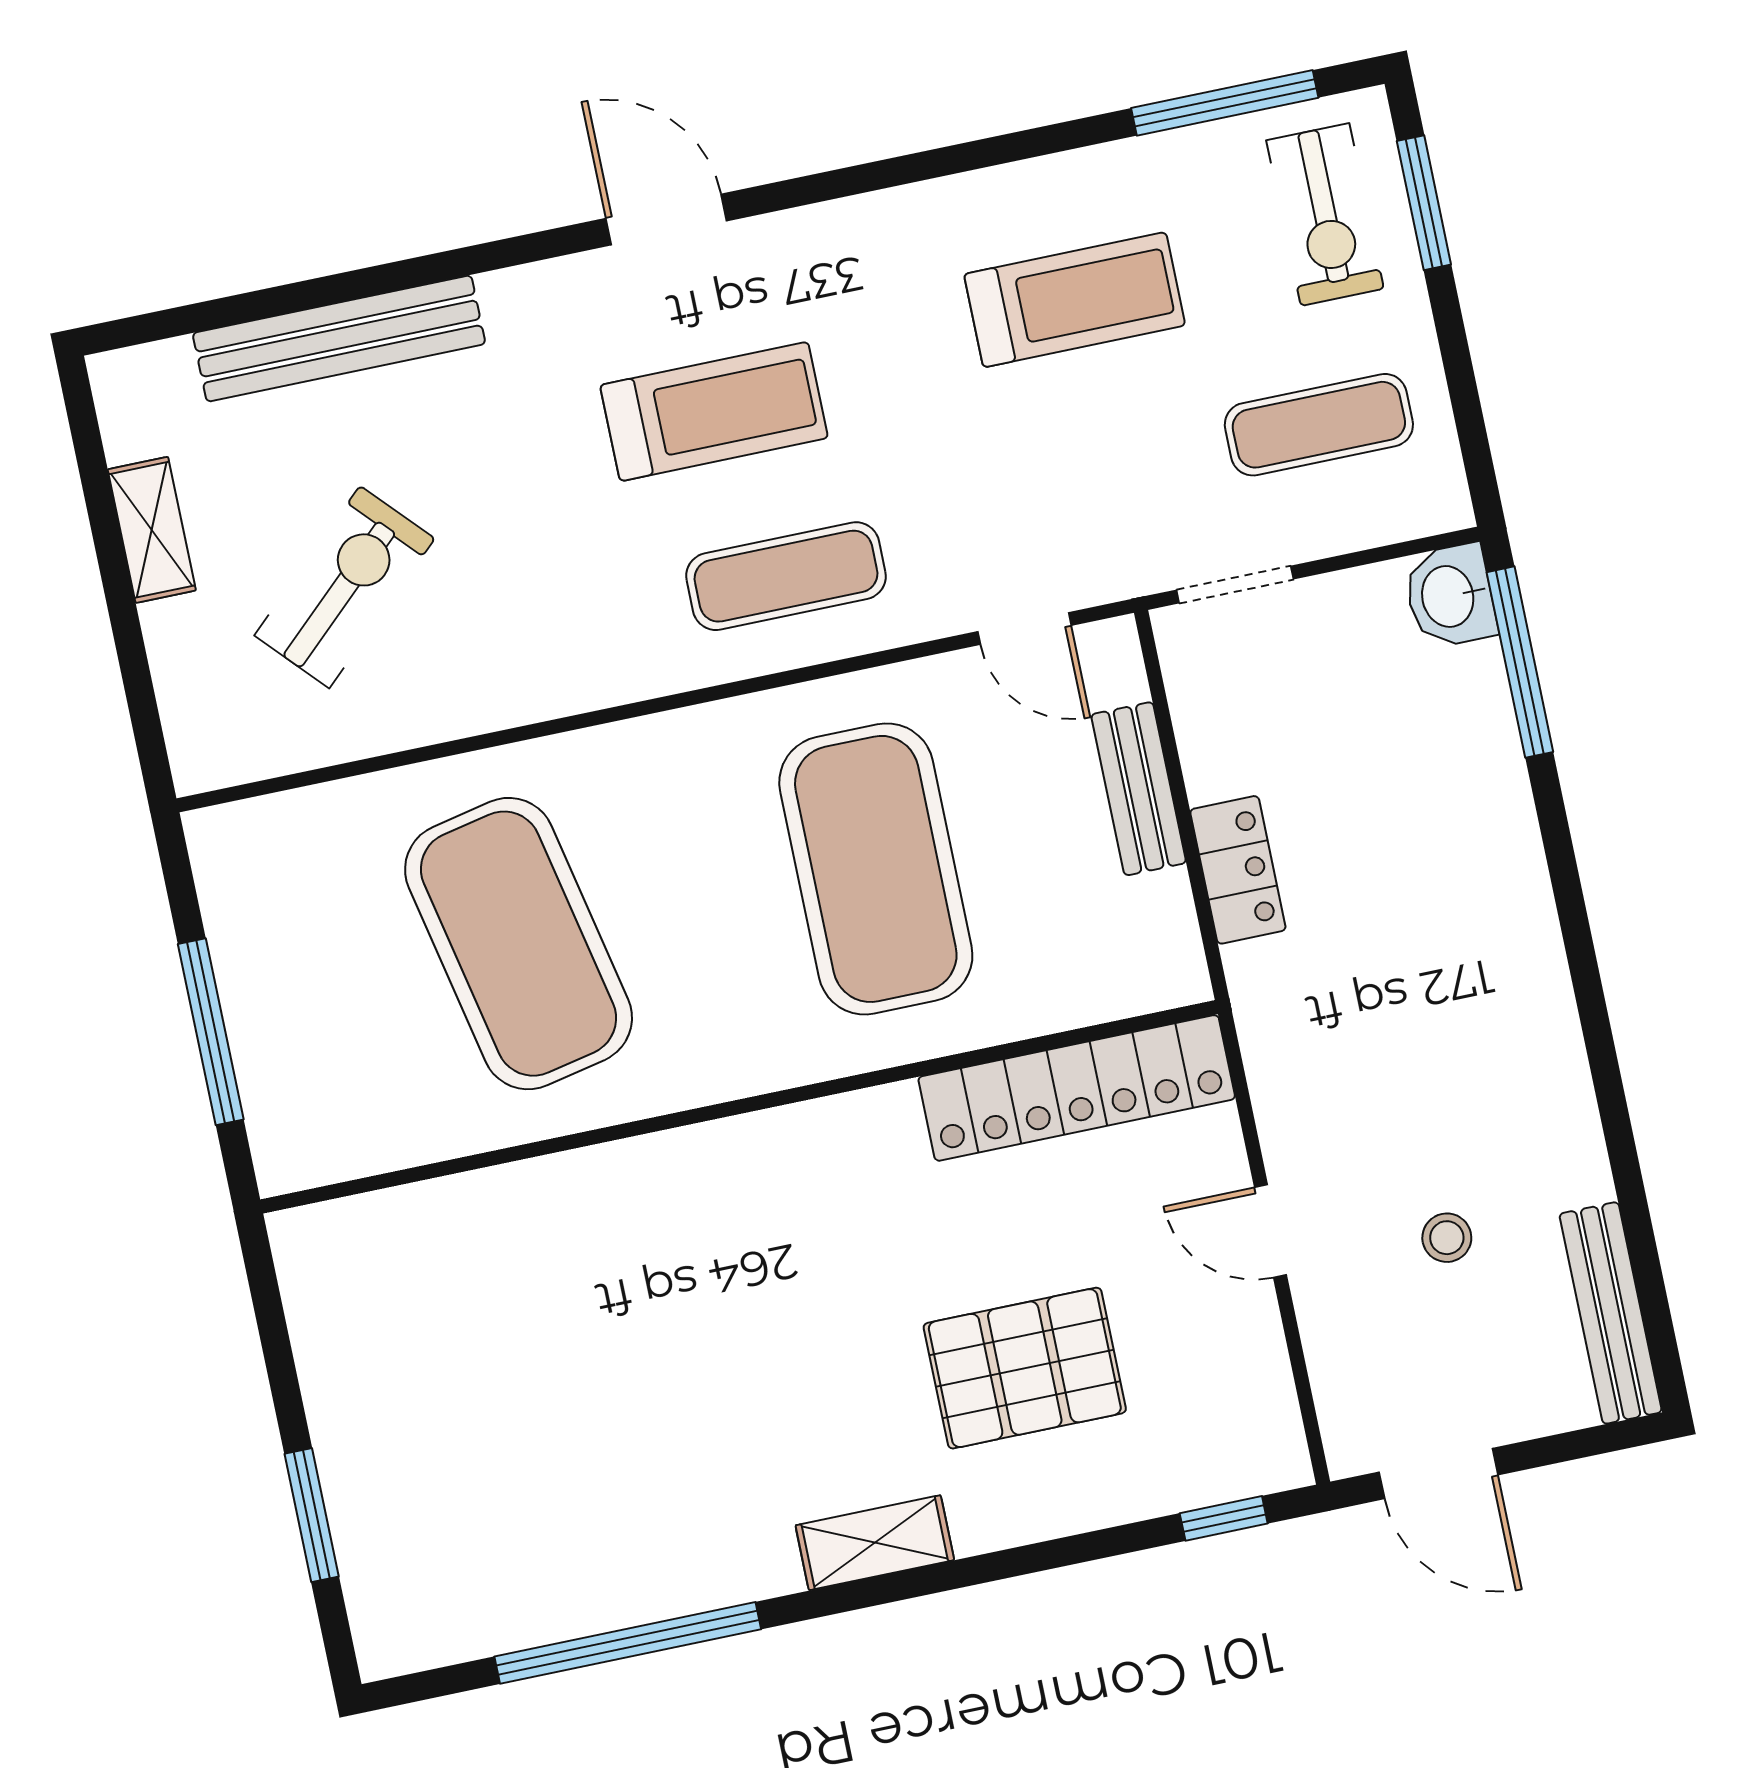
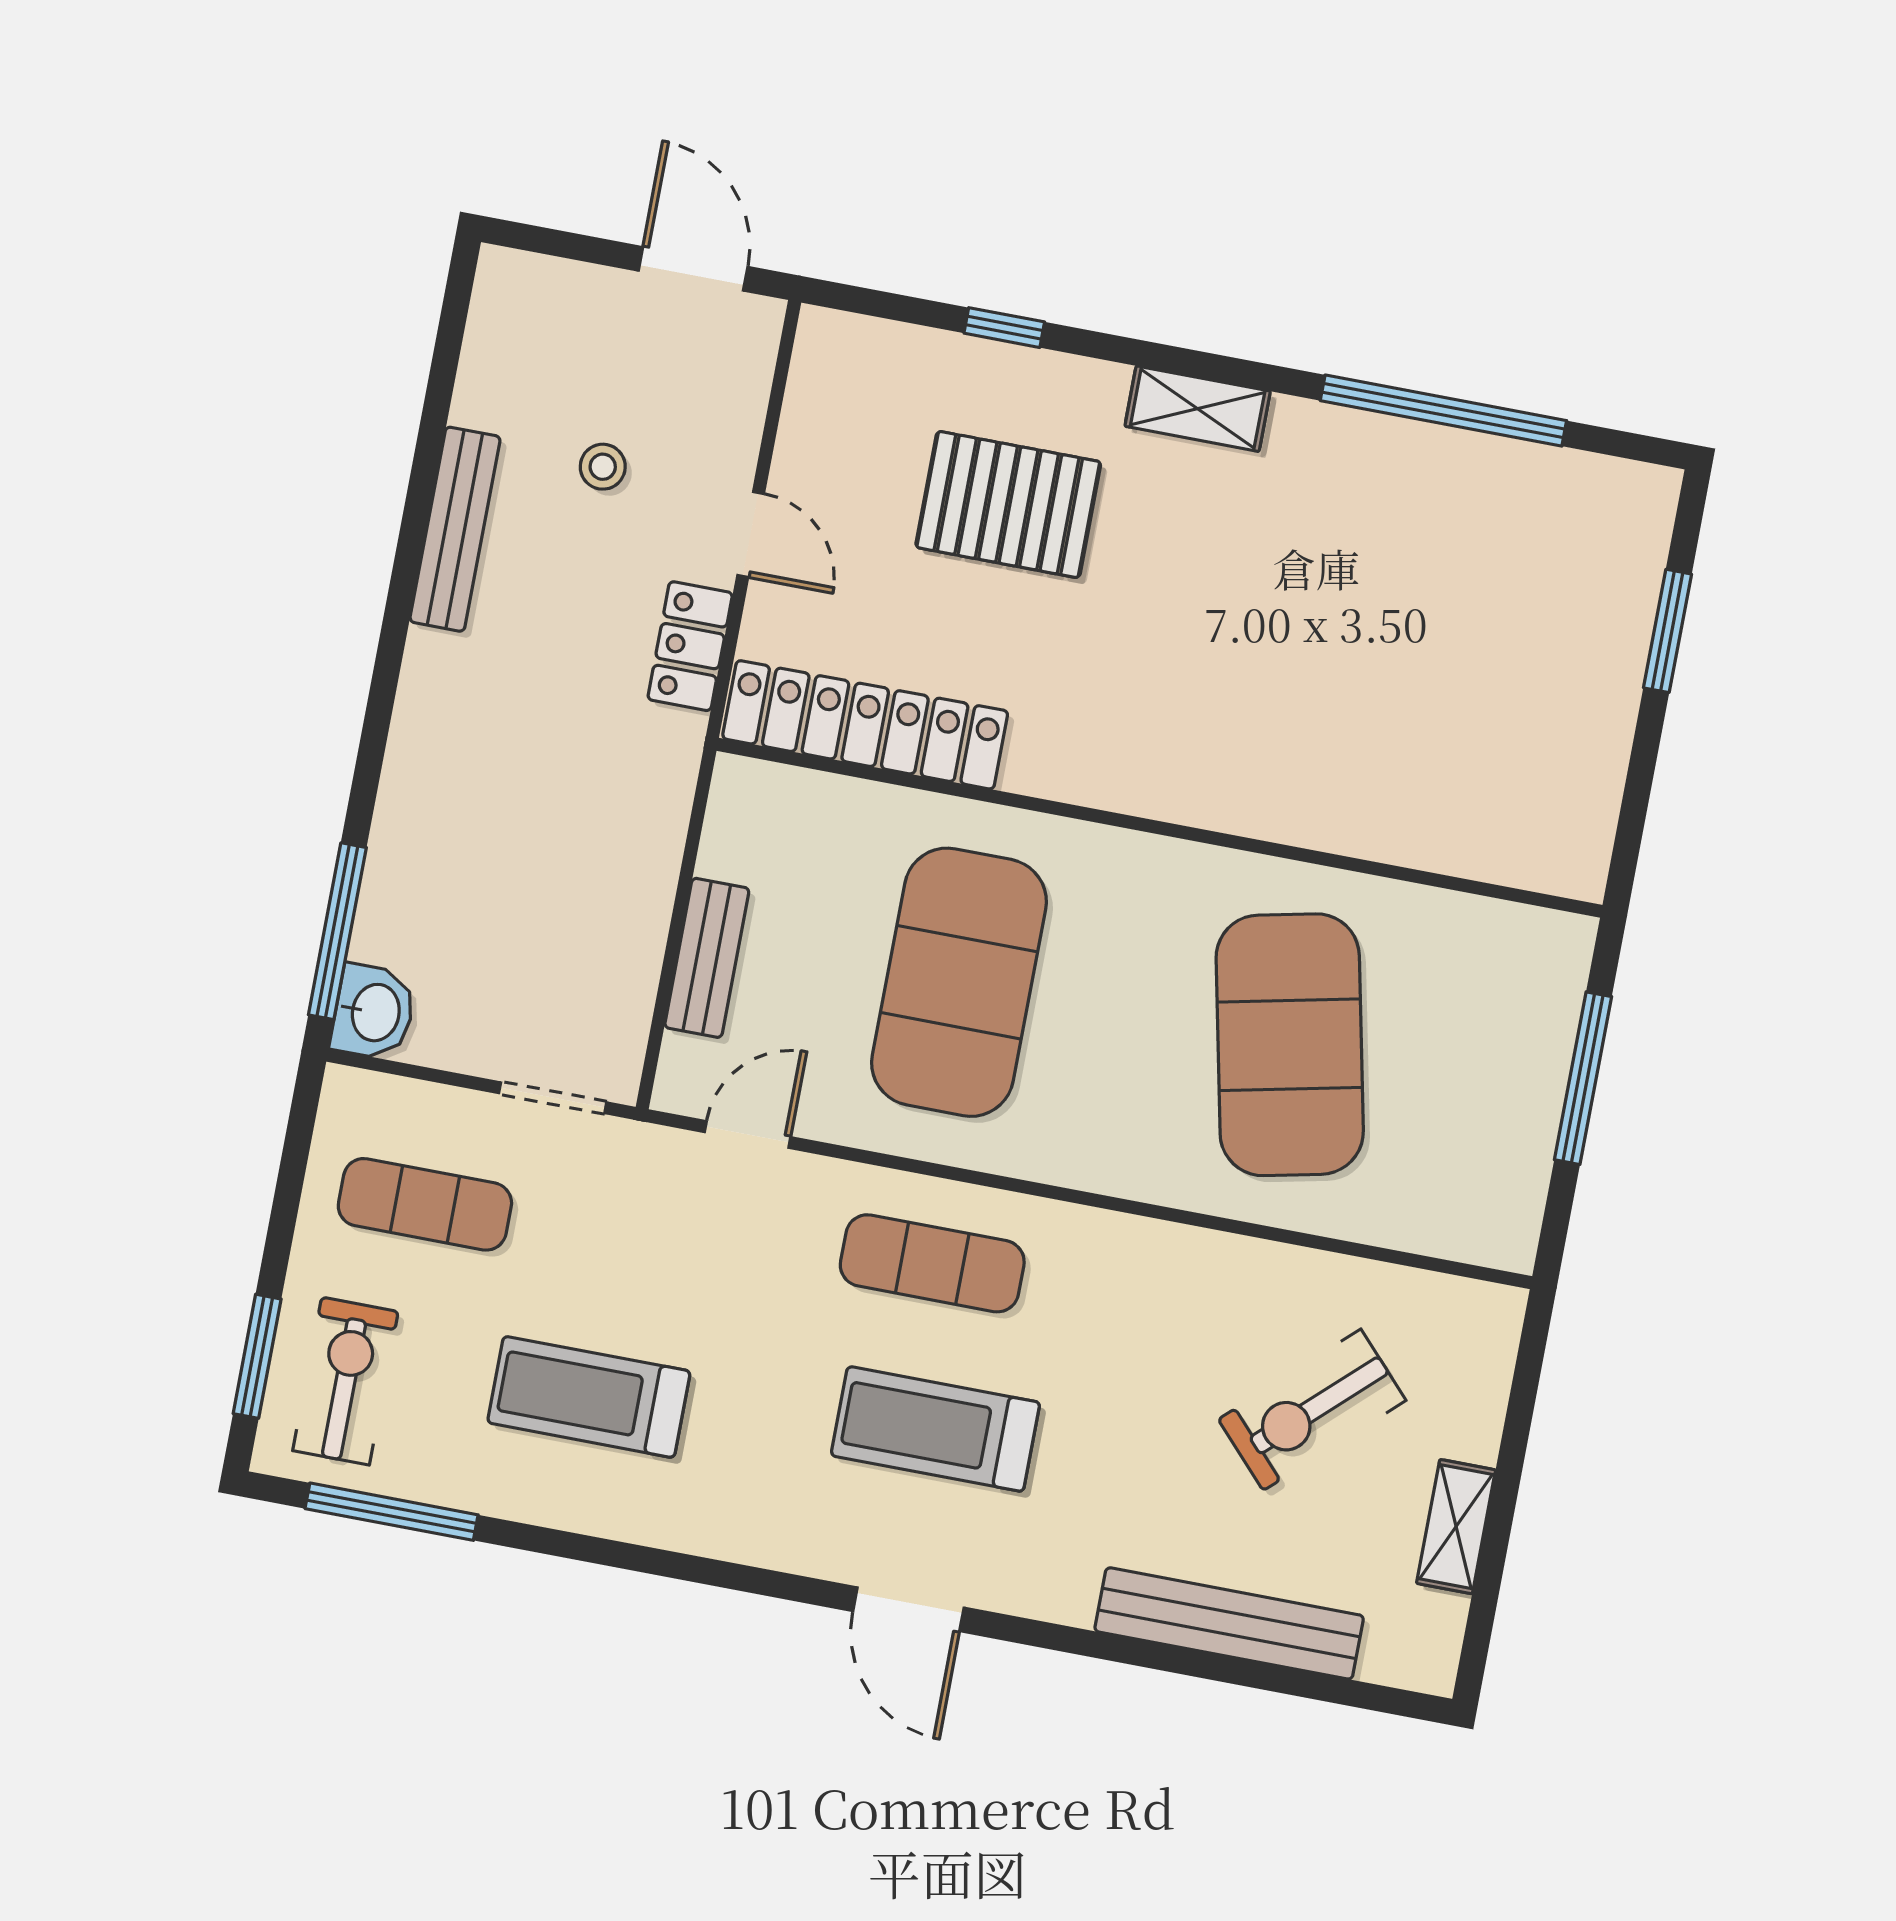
door: (1024, 629) -> (748, 1135), hinge flipped
locker: (1238, 870) -> (690, 646), moved
bench: (1611, 1313) -> (455, 529), moved
window: (1224, 1518) -> (1004, 328), moved

